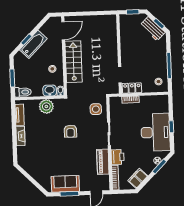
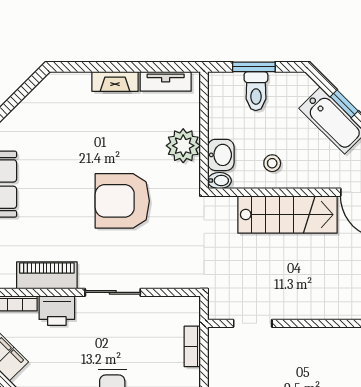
locker: (132, 88) -> (220, 351), removed
toilet: (23, 92) -> (256, 91), moved
side table: (96, 109) -> (173, 263), removed
armchair: (70, 131) -> (122, 201), width x1.88, depth x1.88

